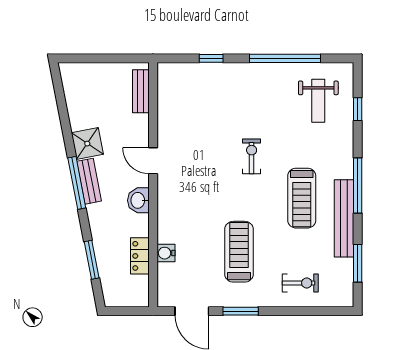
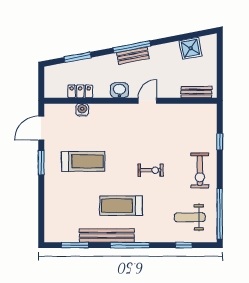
window: (285, 58) -> (220, 214), moved
shower: (87, 144) -> (191, 48), moved
exercise bike: (300, 283) -> (200, 171), moved, width x1.38, depth x1.39

